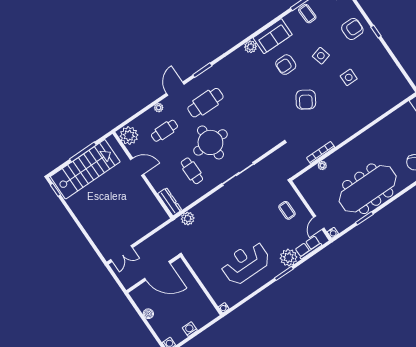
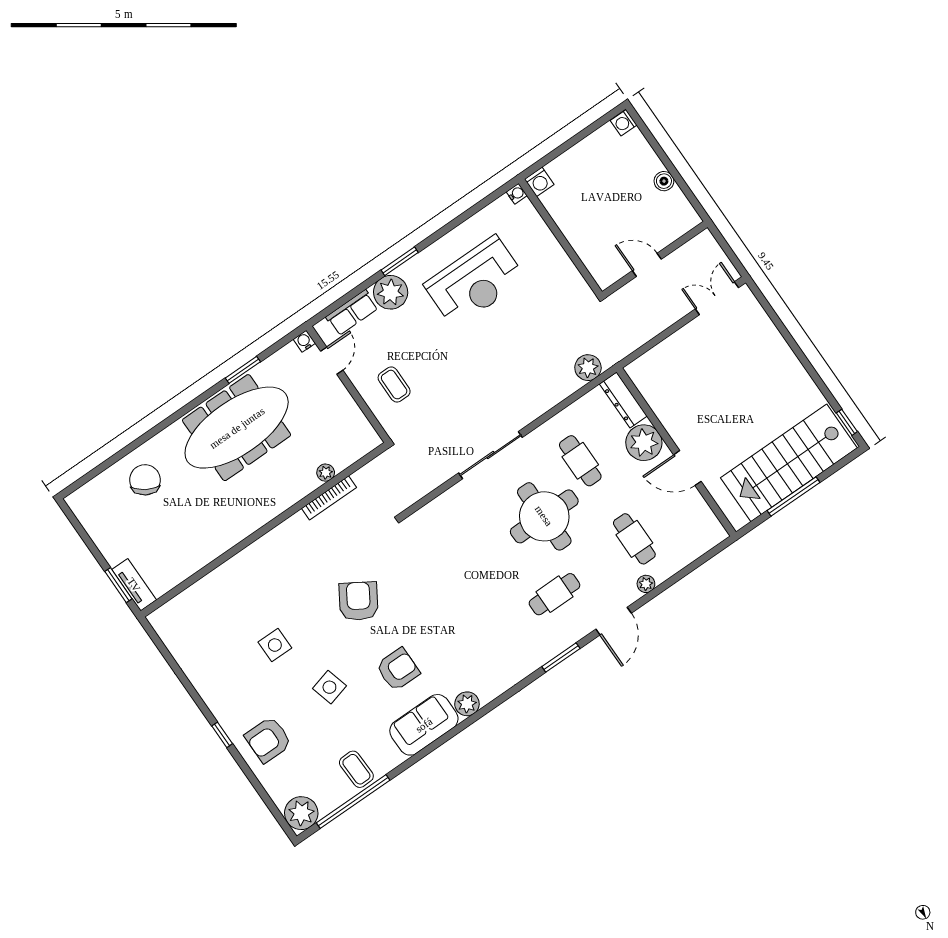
cafe table: (205, 103) -> (554, 594), width x0.73, depth x0.74
cafe table: (164, 131) -> (634, 539), turned 90
plant: (129, 136) -> (644, 443), moved
door: (157, 271) -> (647, 265), width x0.53
washing machine: (190, 329) -> (539, 182), moved

